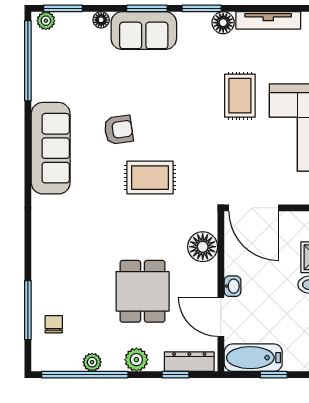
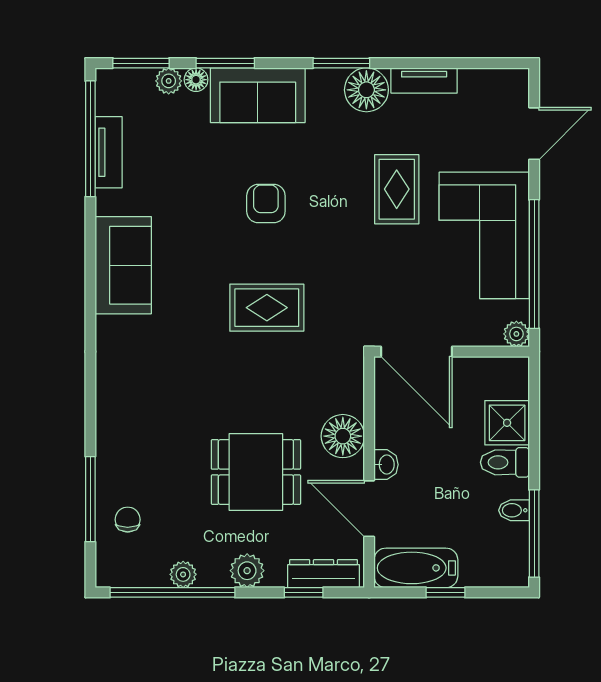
window: (147, 8) -> (225, 63), moved
tv unit: (268, 20) -> (424, 80), width x0.71
plant: (46, 21) -> (169, 81), moved
floor lamp: (223, 23) -> (366, 90), width x1.38, depth x1.38
tv unit: (41, 70) -> (109, 152), added
armchair: (119, 130) -> (266, 204), moved, turned -82
sofa: (51, 148) -> (123, 265), width x0.73
floor lamp: (203, 247) -> (343, 436), moved
dining table: (143, 291) -> (256, 472), turned 90

